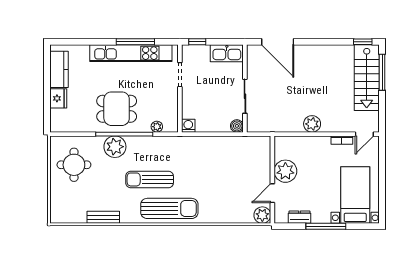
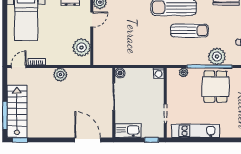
window: (135, 42) -> (201, 140), removed
kitchen unit: (131, 53) -> (196, 131), width x0.73
dining table: (117, 109) -> (216, 87), turned 90
plant: (285, 171) -> (82, 47), moved

